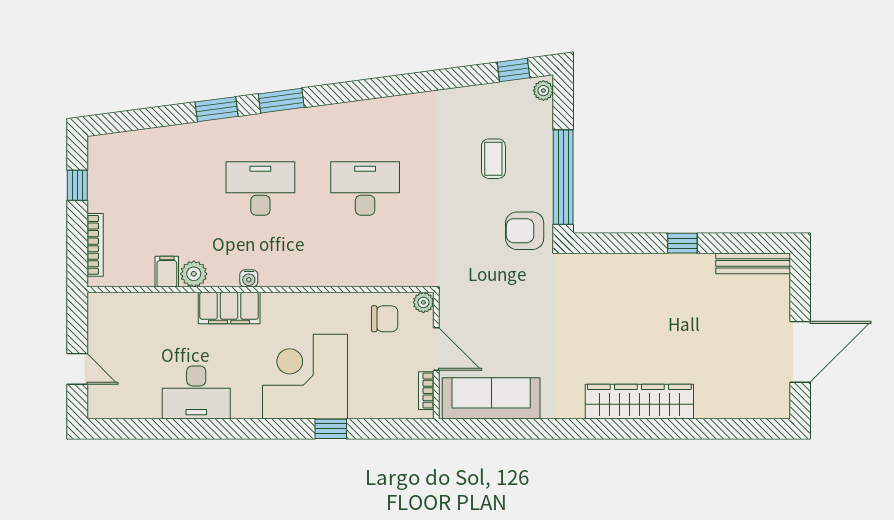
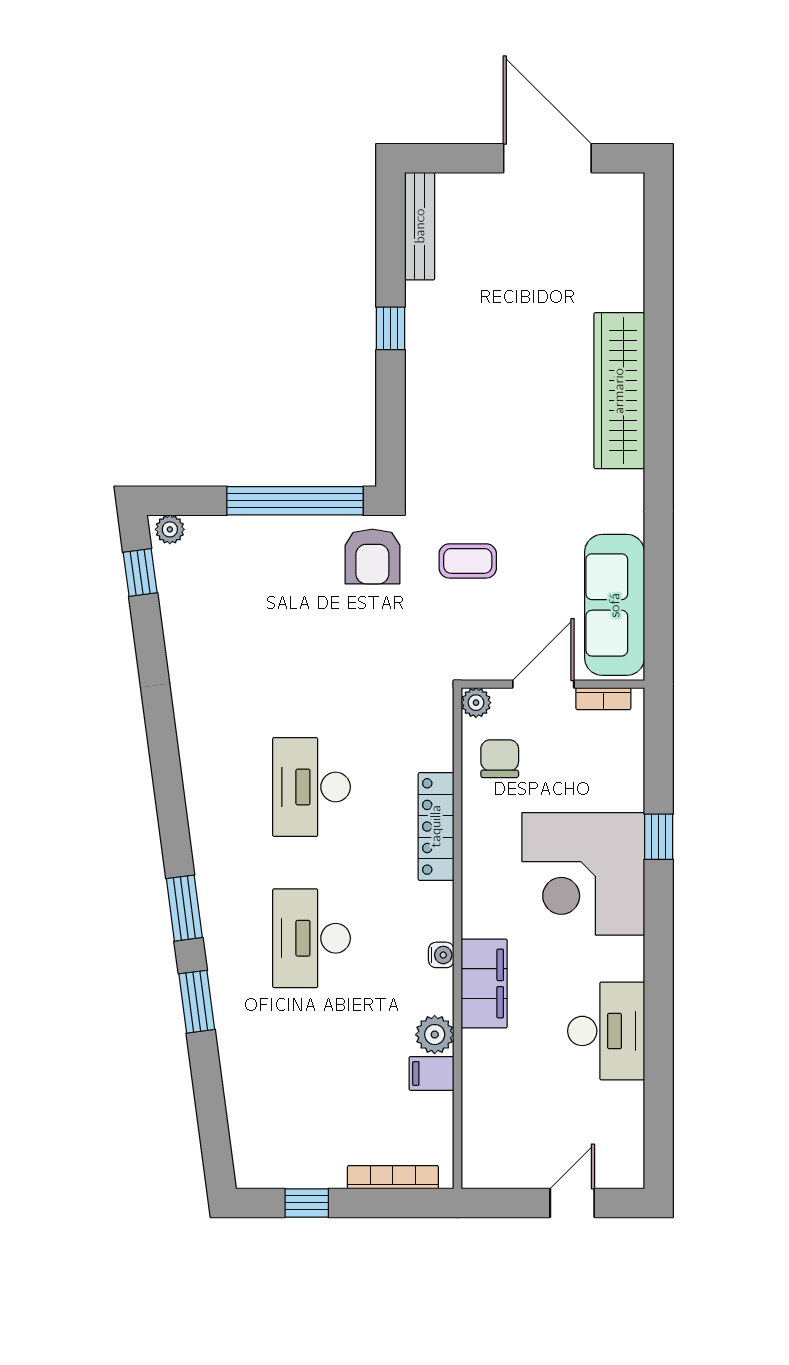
coffee table: (493, 159) -> (468, 561), moved
locker: (338, 275) -> (436, 826), added

